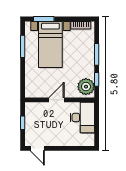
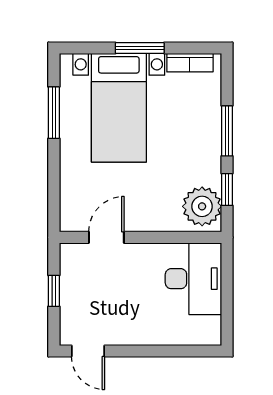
window: (44, 19) -> (140, 48), moved
door: (56, 100) -> (106, 237), moved

